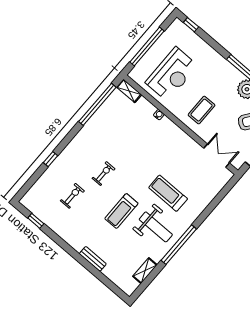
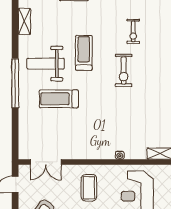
exercise bike: (104, 174) -> (124, 70), width x1.38, depth x1.39
treadmill: (168, 193) -> (59, 99), turned 180
window: (179, 245) -> (15, 83), moved

